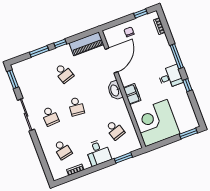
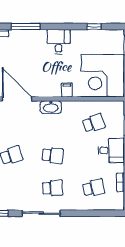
window: (177, 56) -> (26, 27), moved
window: (187, 85) -> (94, 27), moved
filing cabinet: (132, 94) -> (67, 90), width x0.50

